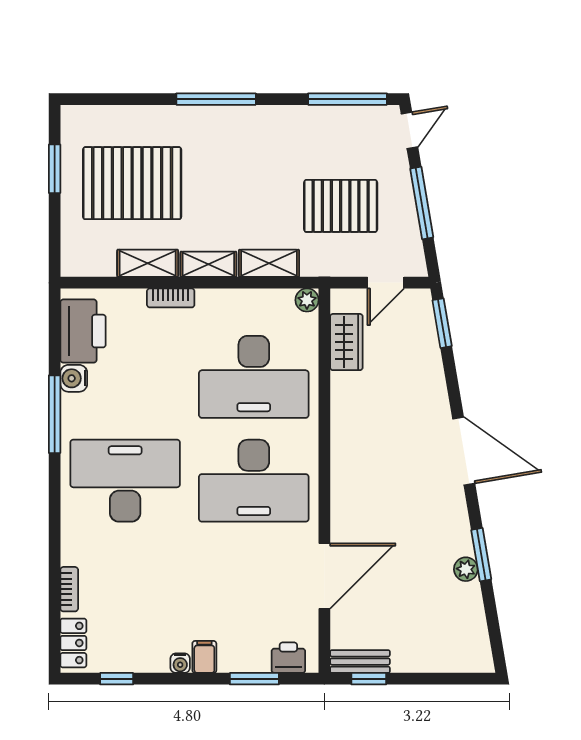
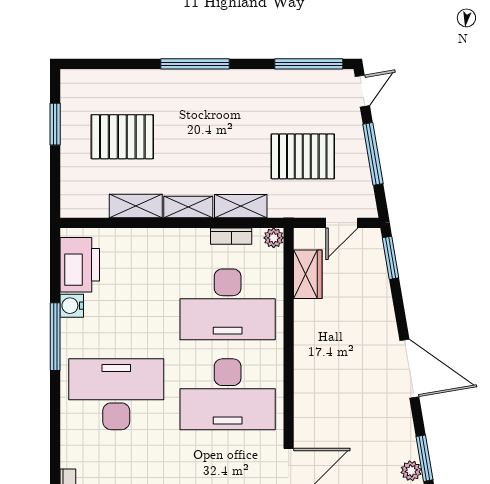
pallet: (132, 183) -> (122, 137), width x0.73, depth x0.71
bookcase: (171, 298) -> (231, 236), moved

